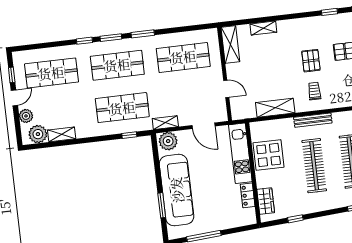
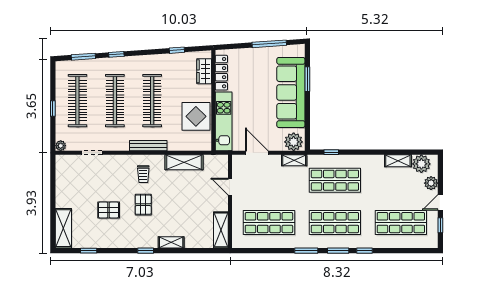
window: (329, 12) -> (146, 251), moved
shelving: (263, 28) -> (171, 242), moved
locker: (248, 195) -> (221, 73), width x1.53

